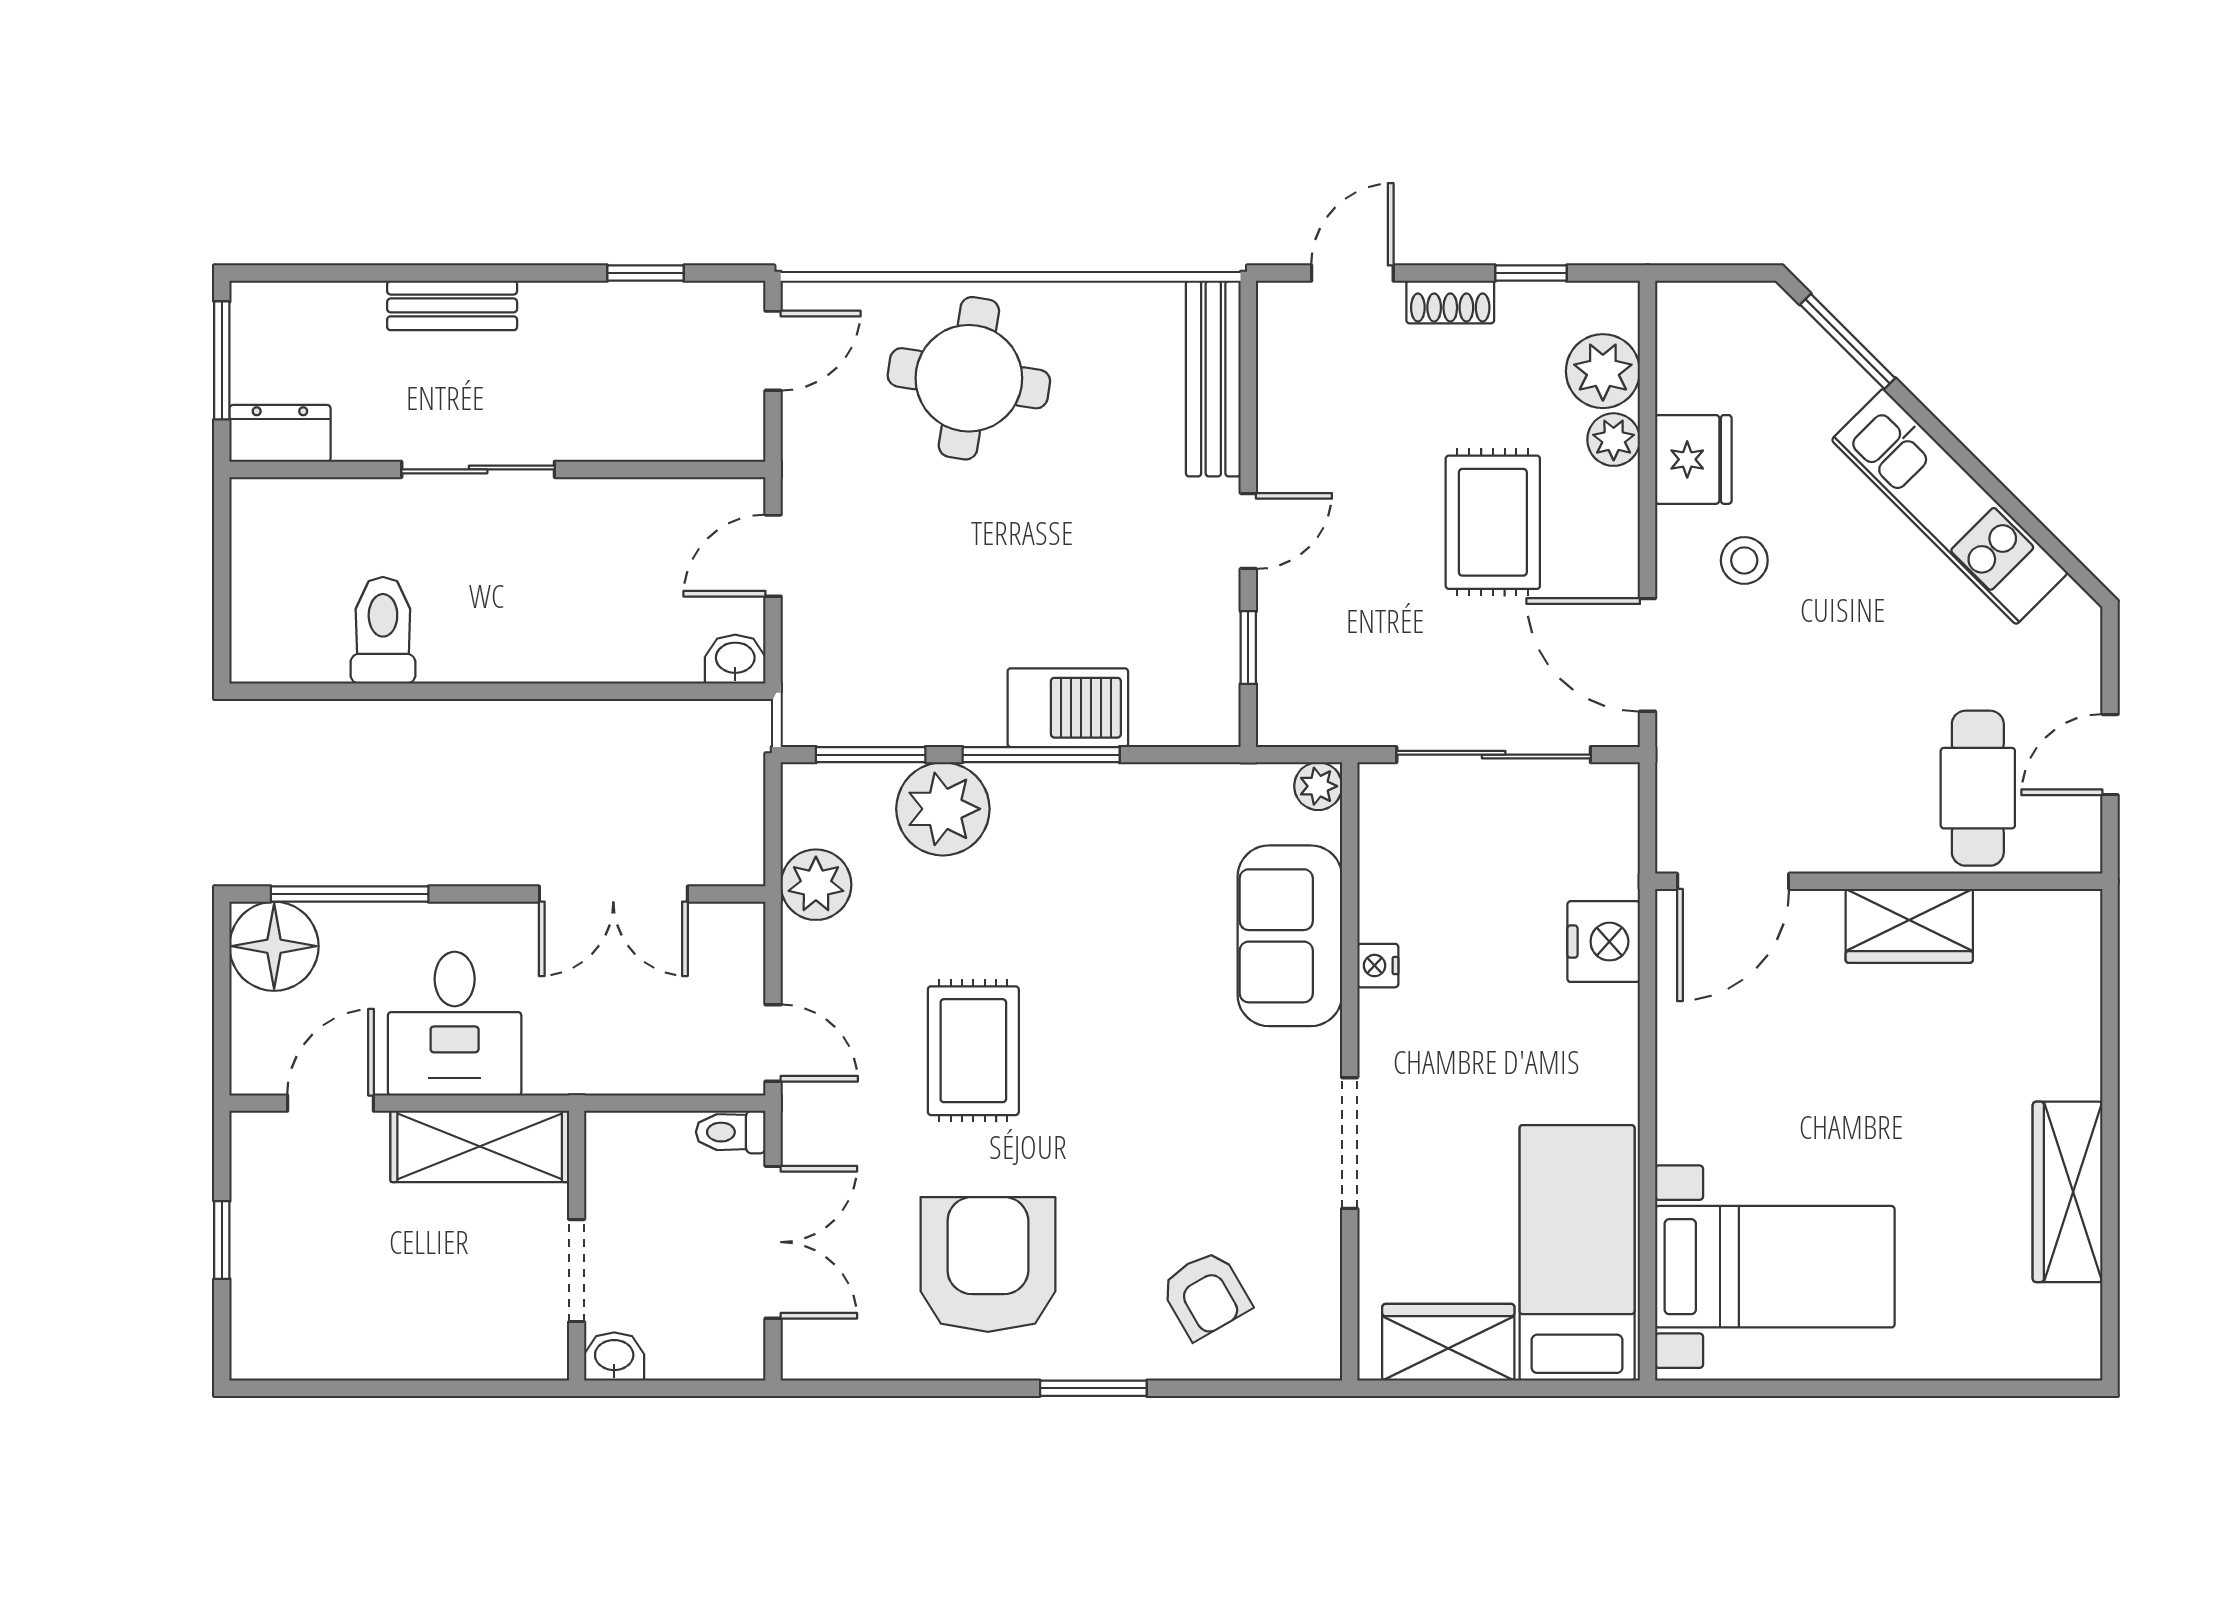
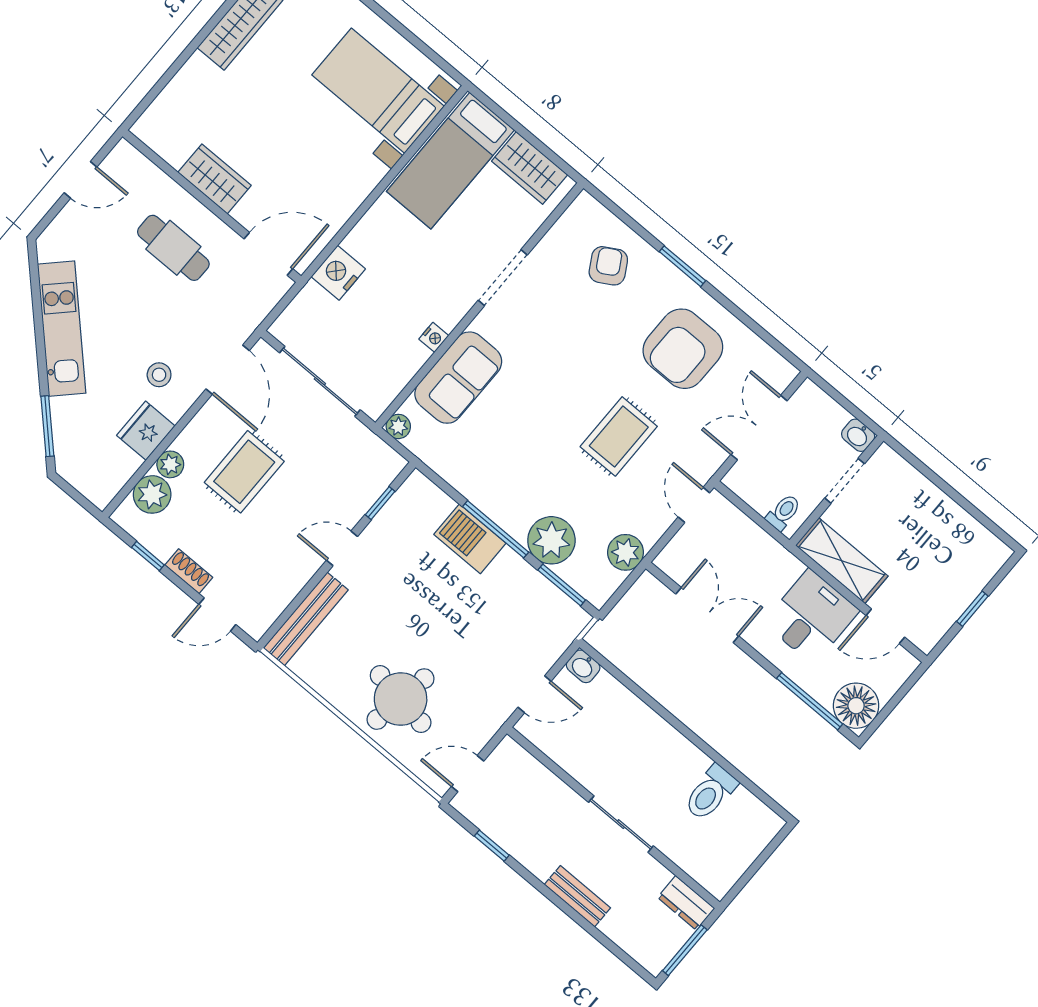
cafe table: (1978, 788) -> (173, 248), moved, turned 90
toilet: (731, 1132) -> (783, 512), moved, turned -90

